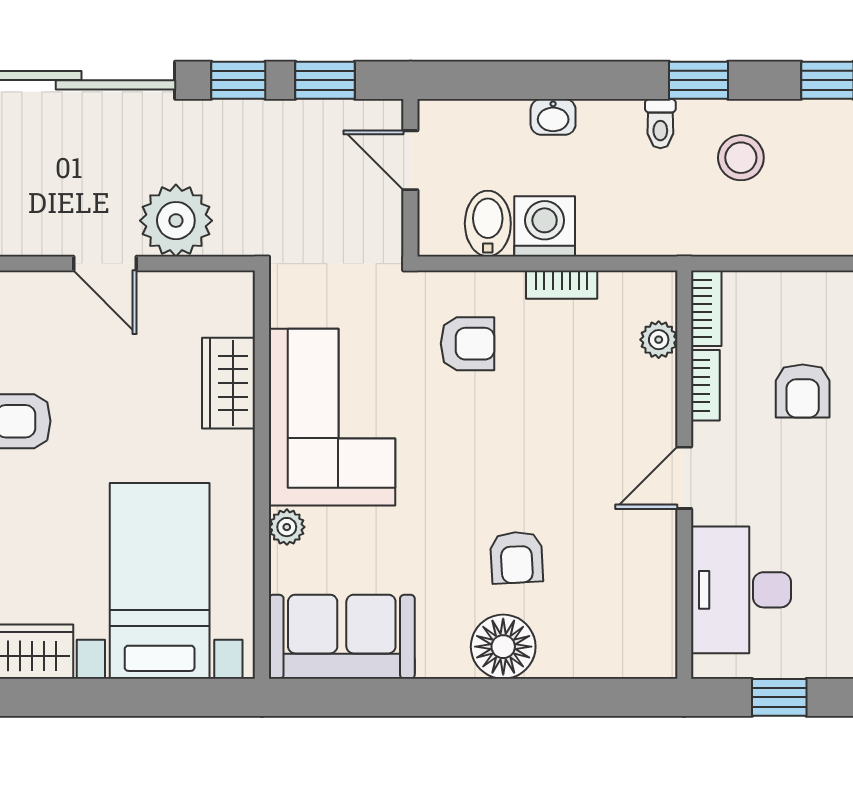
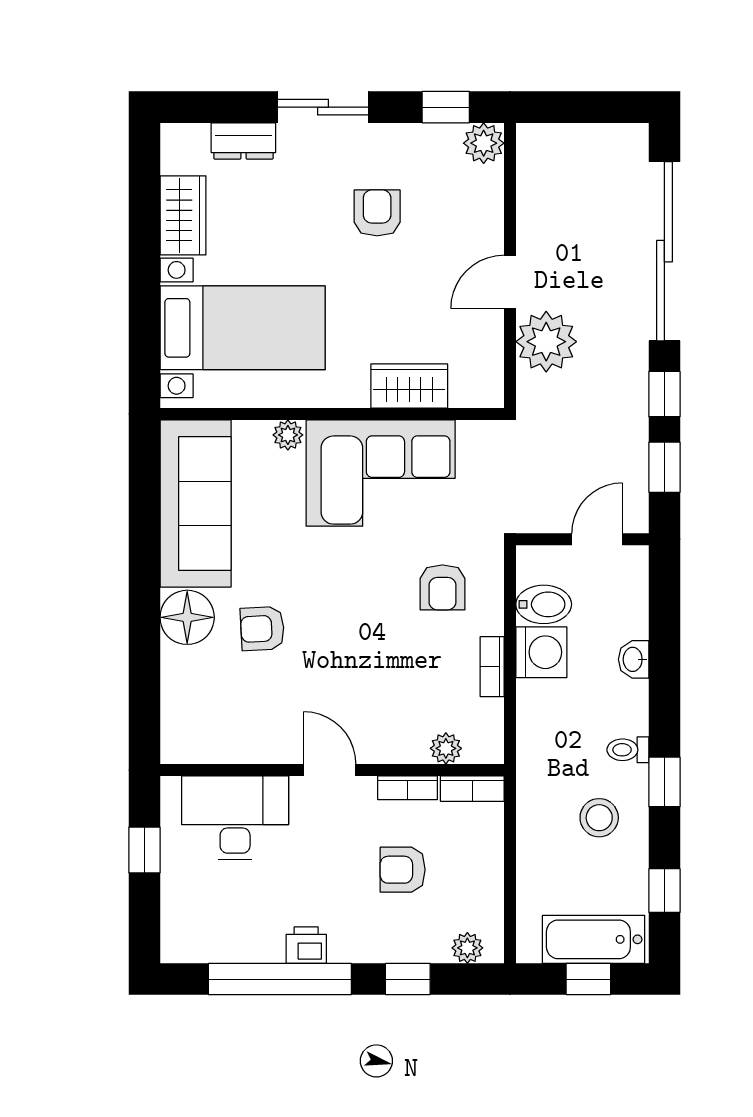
sofa: (342, 637) -> (196, 504), width x1.36

